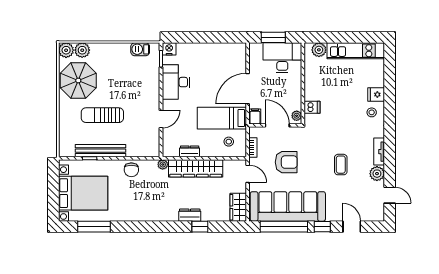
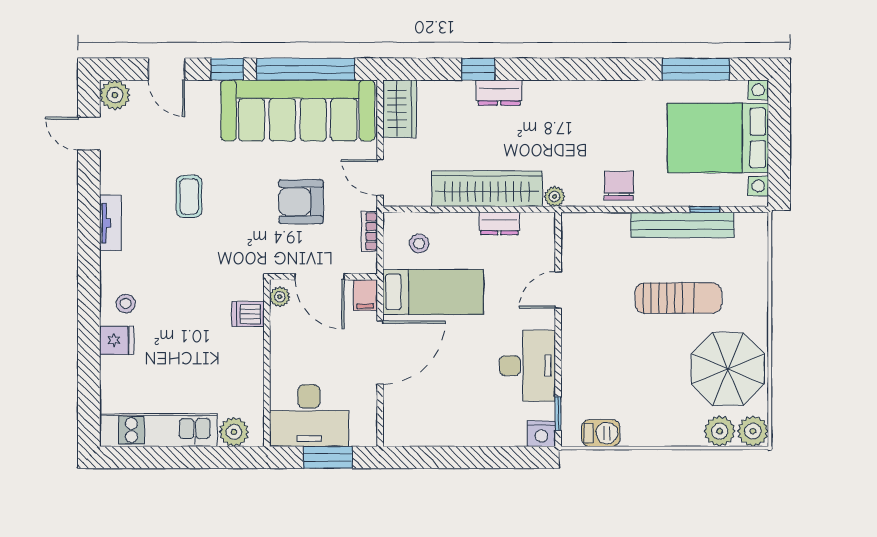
plant: (377, 174) -> (115, 95), moved

